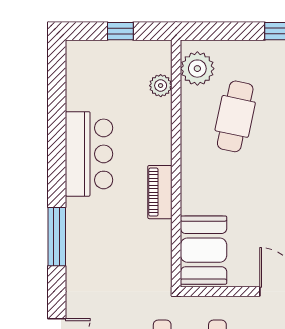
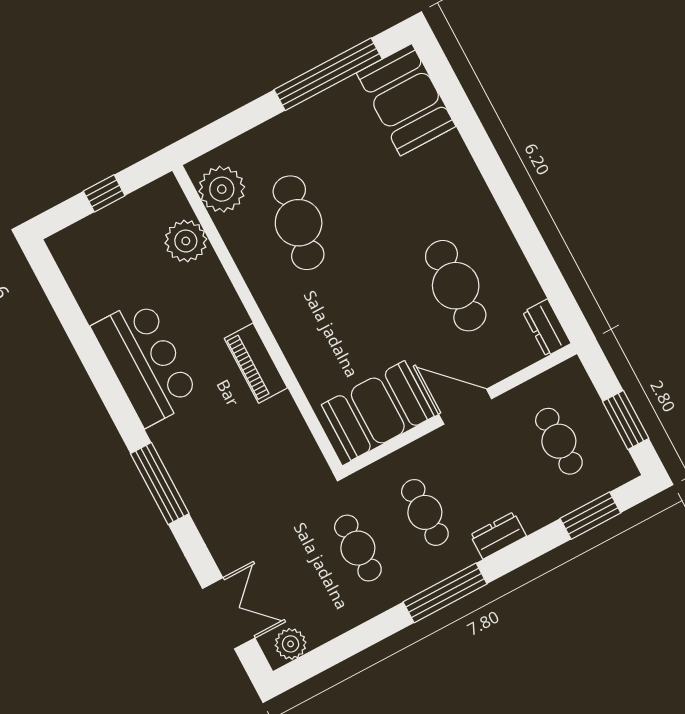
plant: (161, 86) -> (186, 241), width x1.36, depth x1.36
booth: (204, 250) -> (378, 410), moved, turned 90

